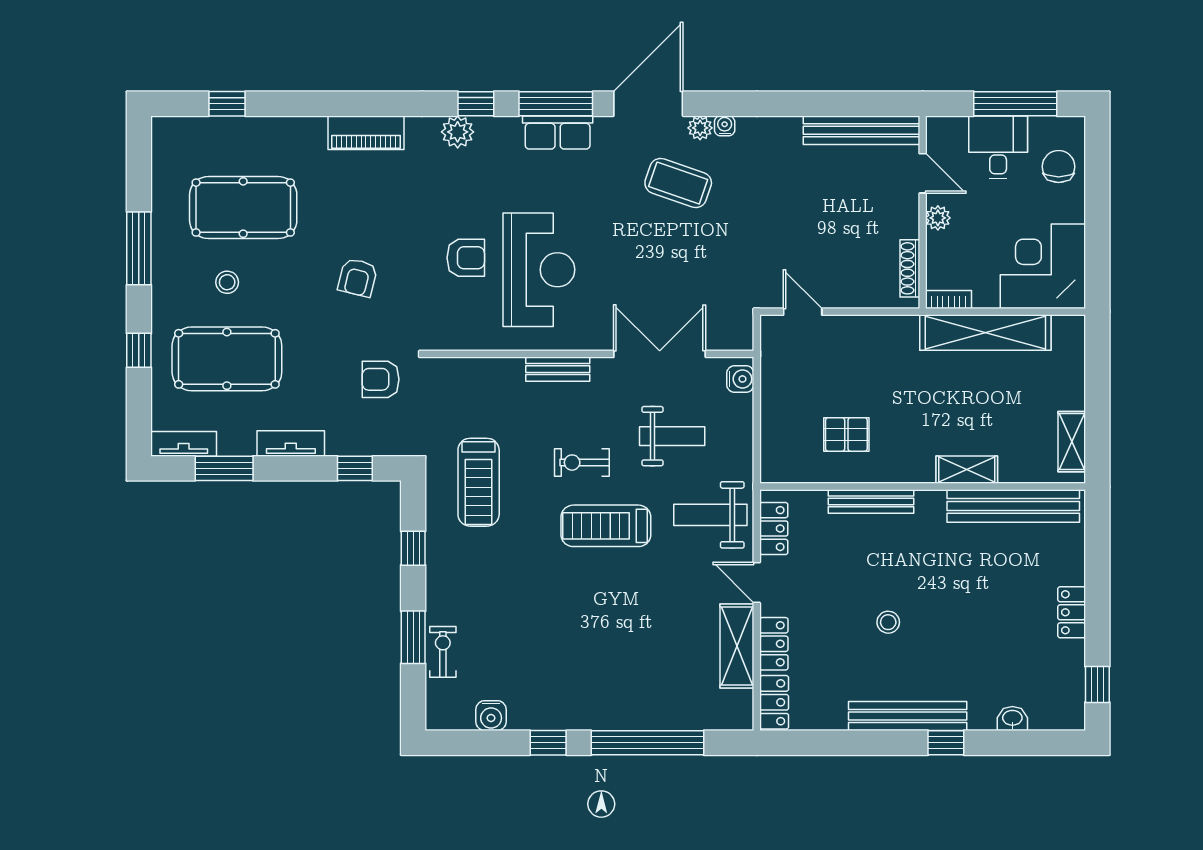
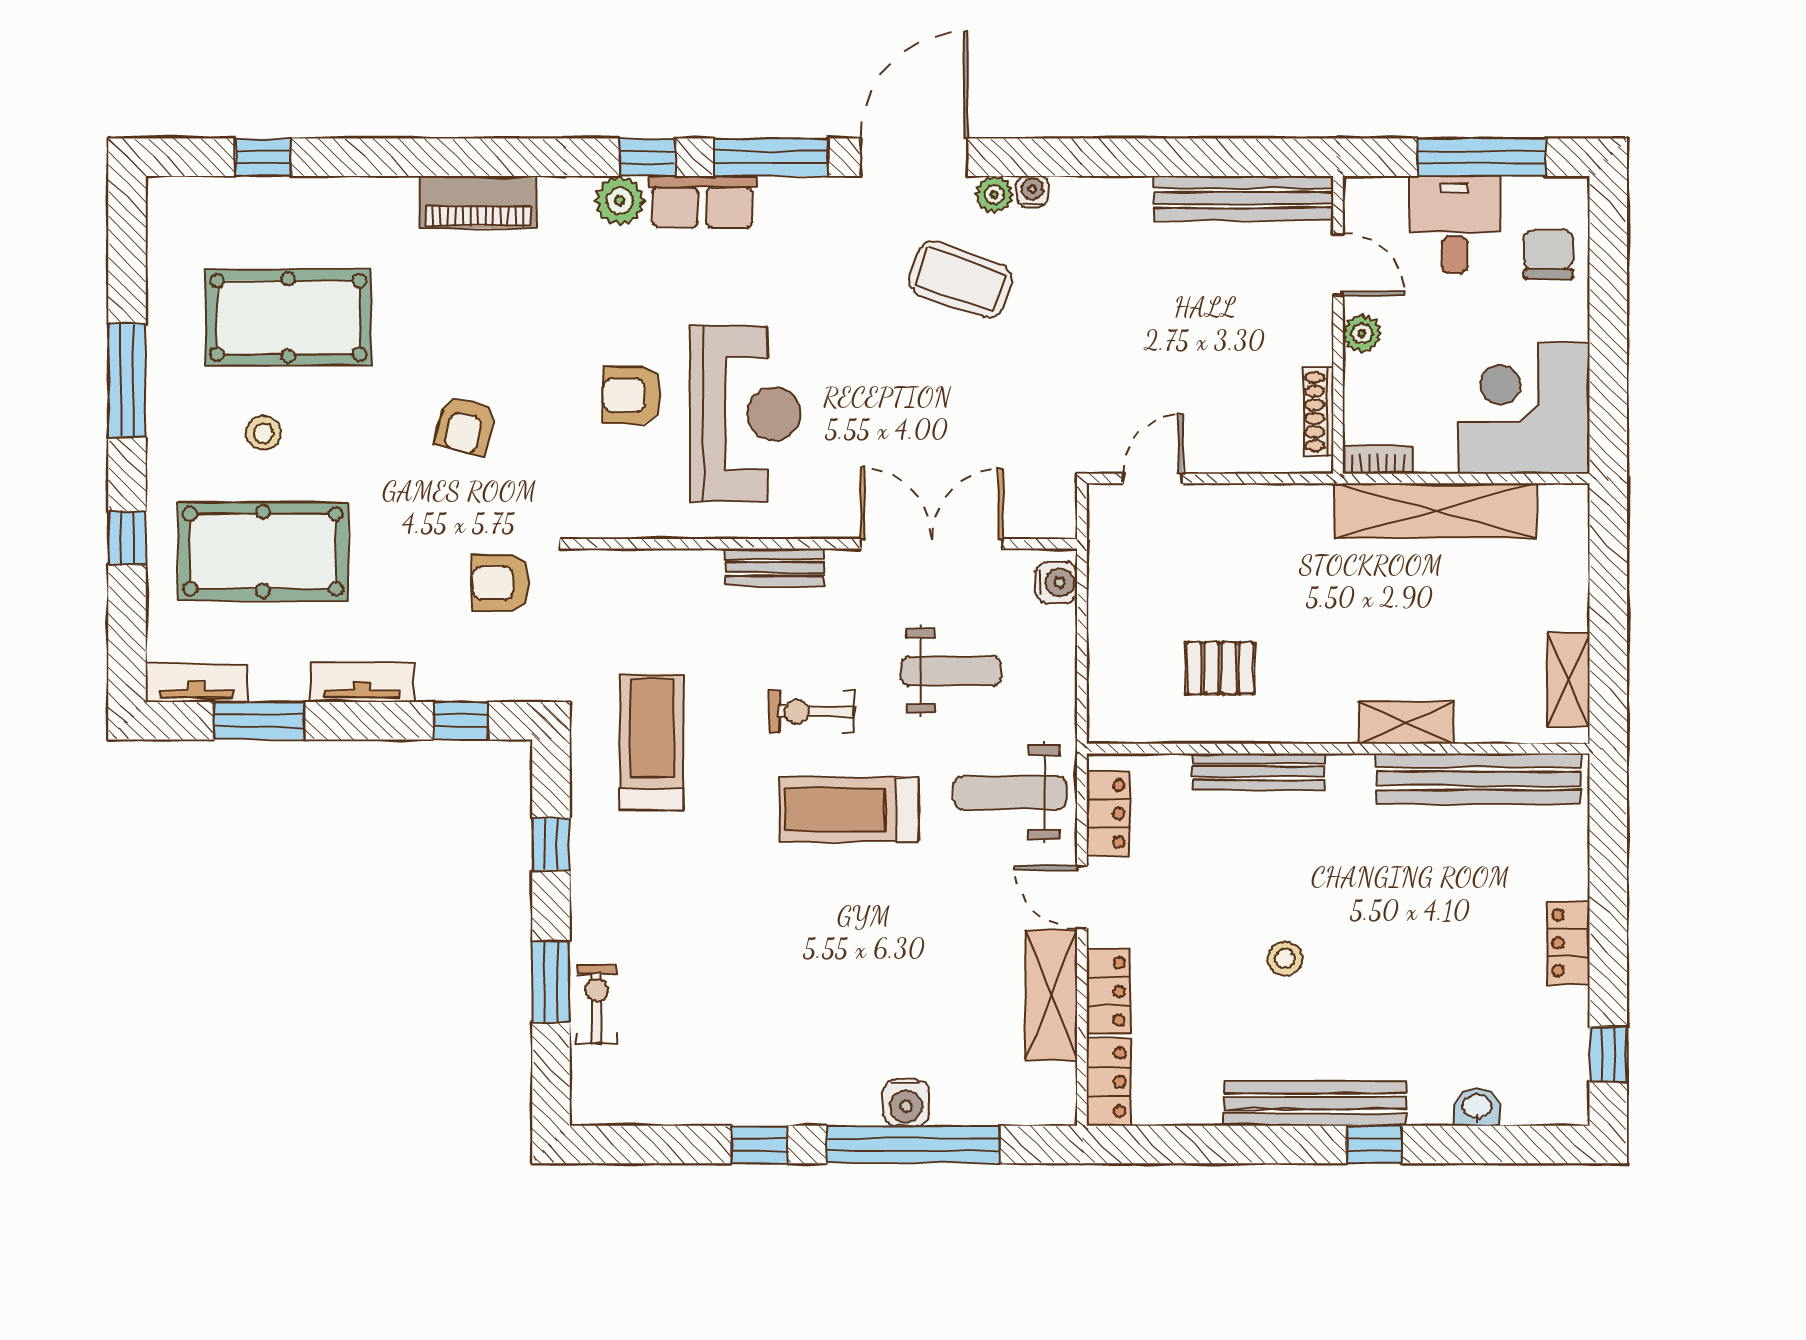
row of seats: (558, 133) -> (702, 202), moved
armchair: (466, 258) -> (632, 395), turned 180
door: (803, 312) -> (1153, 479), hinge flipped
treadmill: (479, 482) -> (652, 742), turned 180
water cooler: (491, 716) -> (906, 1103), moved

